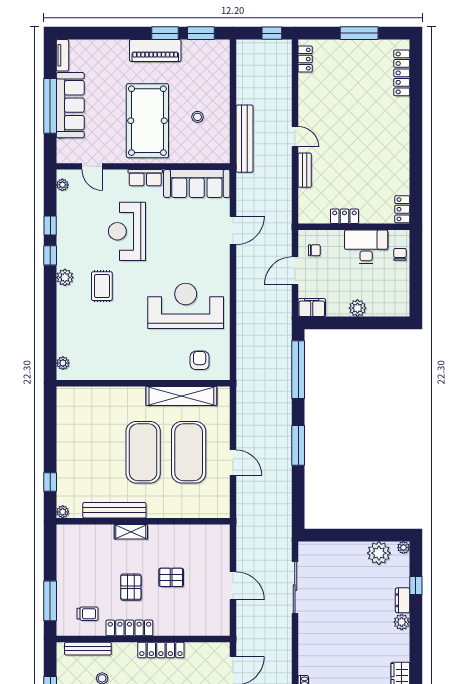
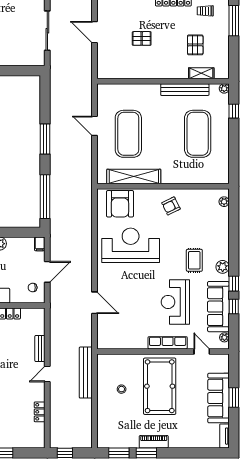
piano: (155, 50) -> (154, 442), width x0.73, depth x0.75
locker: (305, 59) -> (40, 412), moved
window: (50, 106) -> (234, 398), width x0.47
door: (295, 137) -> (47, 374), hinge flipped
row of seats: (145, 178) -> (168, 343), width x1.48
sofa: (197, 184) -> (218, 307), moved, turned -90
door: (233, 230) -> (95, 303), swing flipped
reception desk: (127, 231) -> (175, 302), turned 180
reception desk: (186, 306) -> (131, 245), turned 180
filing cabinet: (312, 308) -> (40, 244), width x0.50
armchair: (133, 357) -> (171, 206), added
armchair: (200, 360) -> (120, 204), width x1.88, depth x1.88
exercise mat: (143, 452) -> (198, 134), moved
shelving: (131, 532) -> (201, 73), moved
pallet: (131, 587) -> (195, 45), moved

